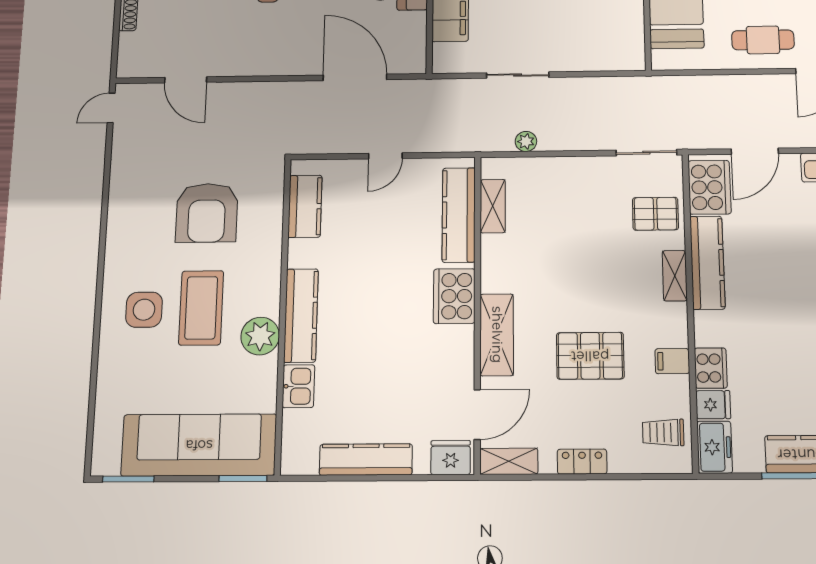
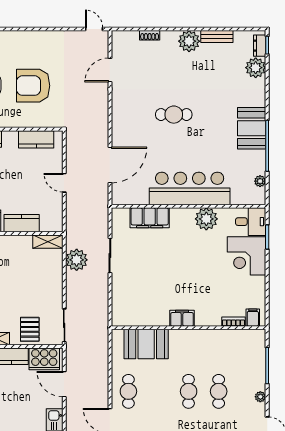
plant: (526, 141) -> (77, 260), width x1.88, depth x1.88
shelving: (493, 206) -> (48, 242), moved
kitchen counter: (459, 215) -> (22, 223), width x0.67

